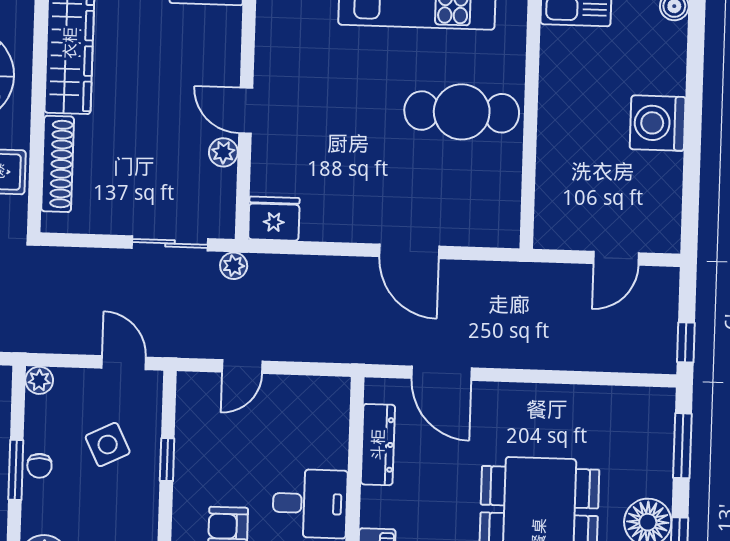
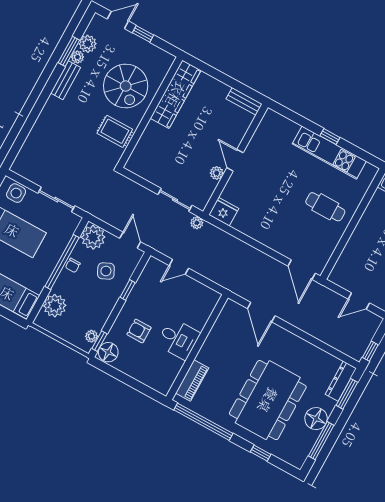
cafe table: (462, 112) -> (325, 207), width x0.73, depth x0.74
shoe rack: (58, 164) -> (145, 143), removed
door: (409, 251) -> (302, 270), moved
plant: (39, 380) -> (93, 237), width x1.88, depth x1.88
dresser: (378, 445) -> (341, 381), moved, turned 180
window: (16, 470) -> (62, 262), width x2.11

